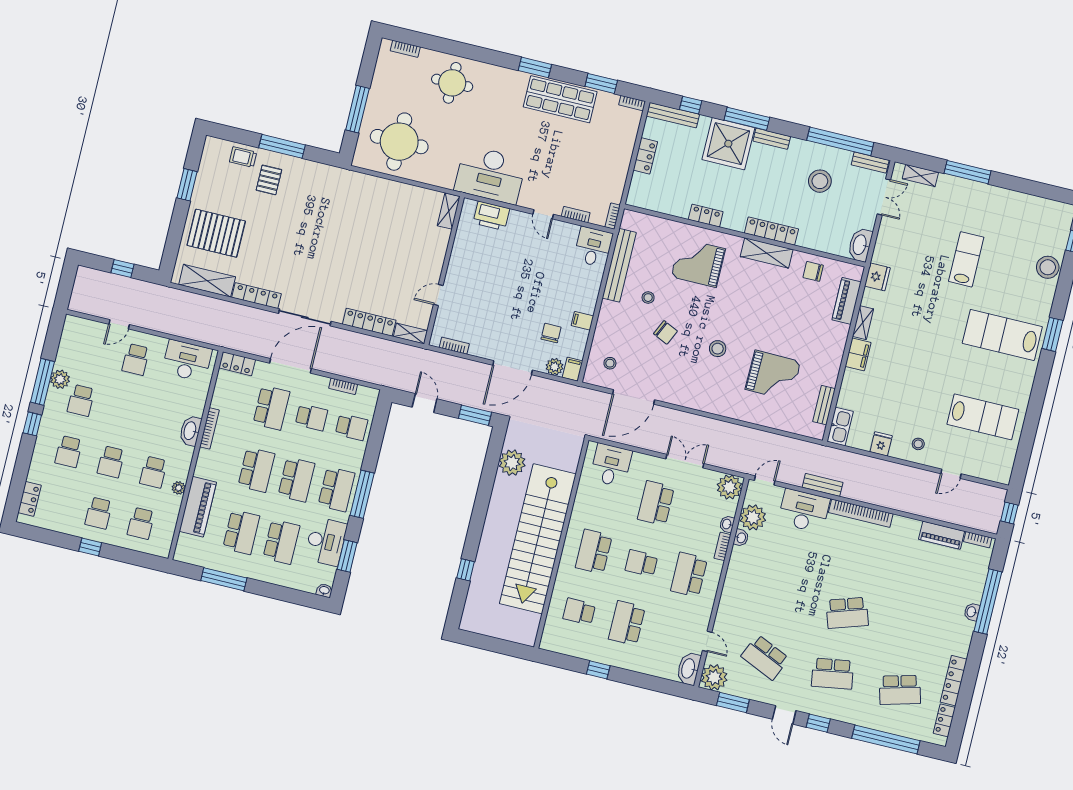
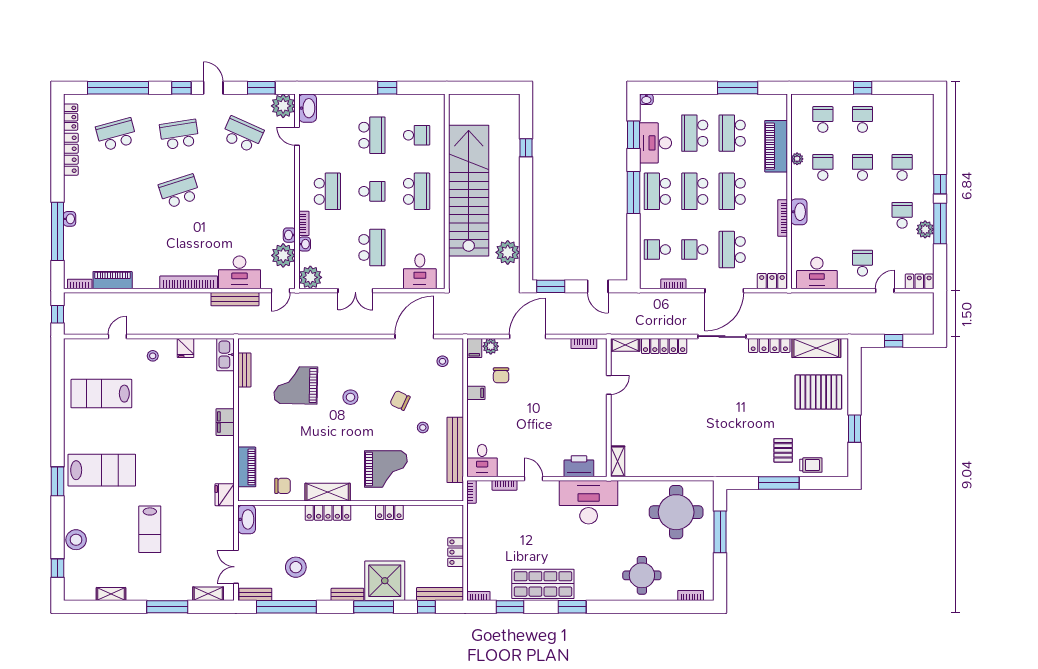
shelving: (863, 323) -> (111, 594), moved, turned 90
bench: (823, 485) -> (235, 299), width x1.36
locker: (30, 499) -> (919, 281), moved, turned 90

